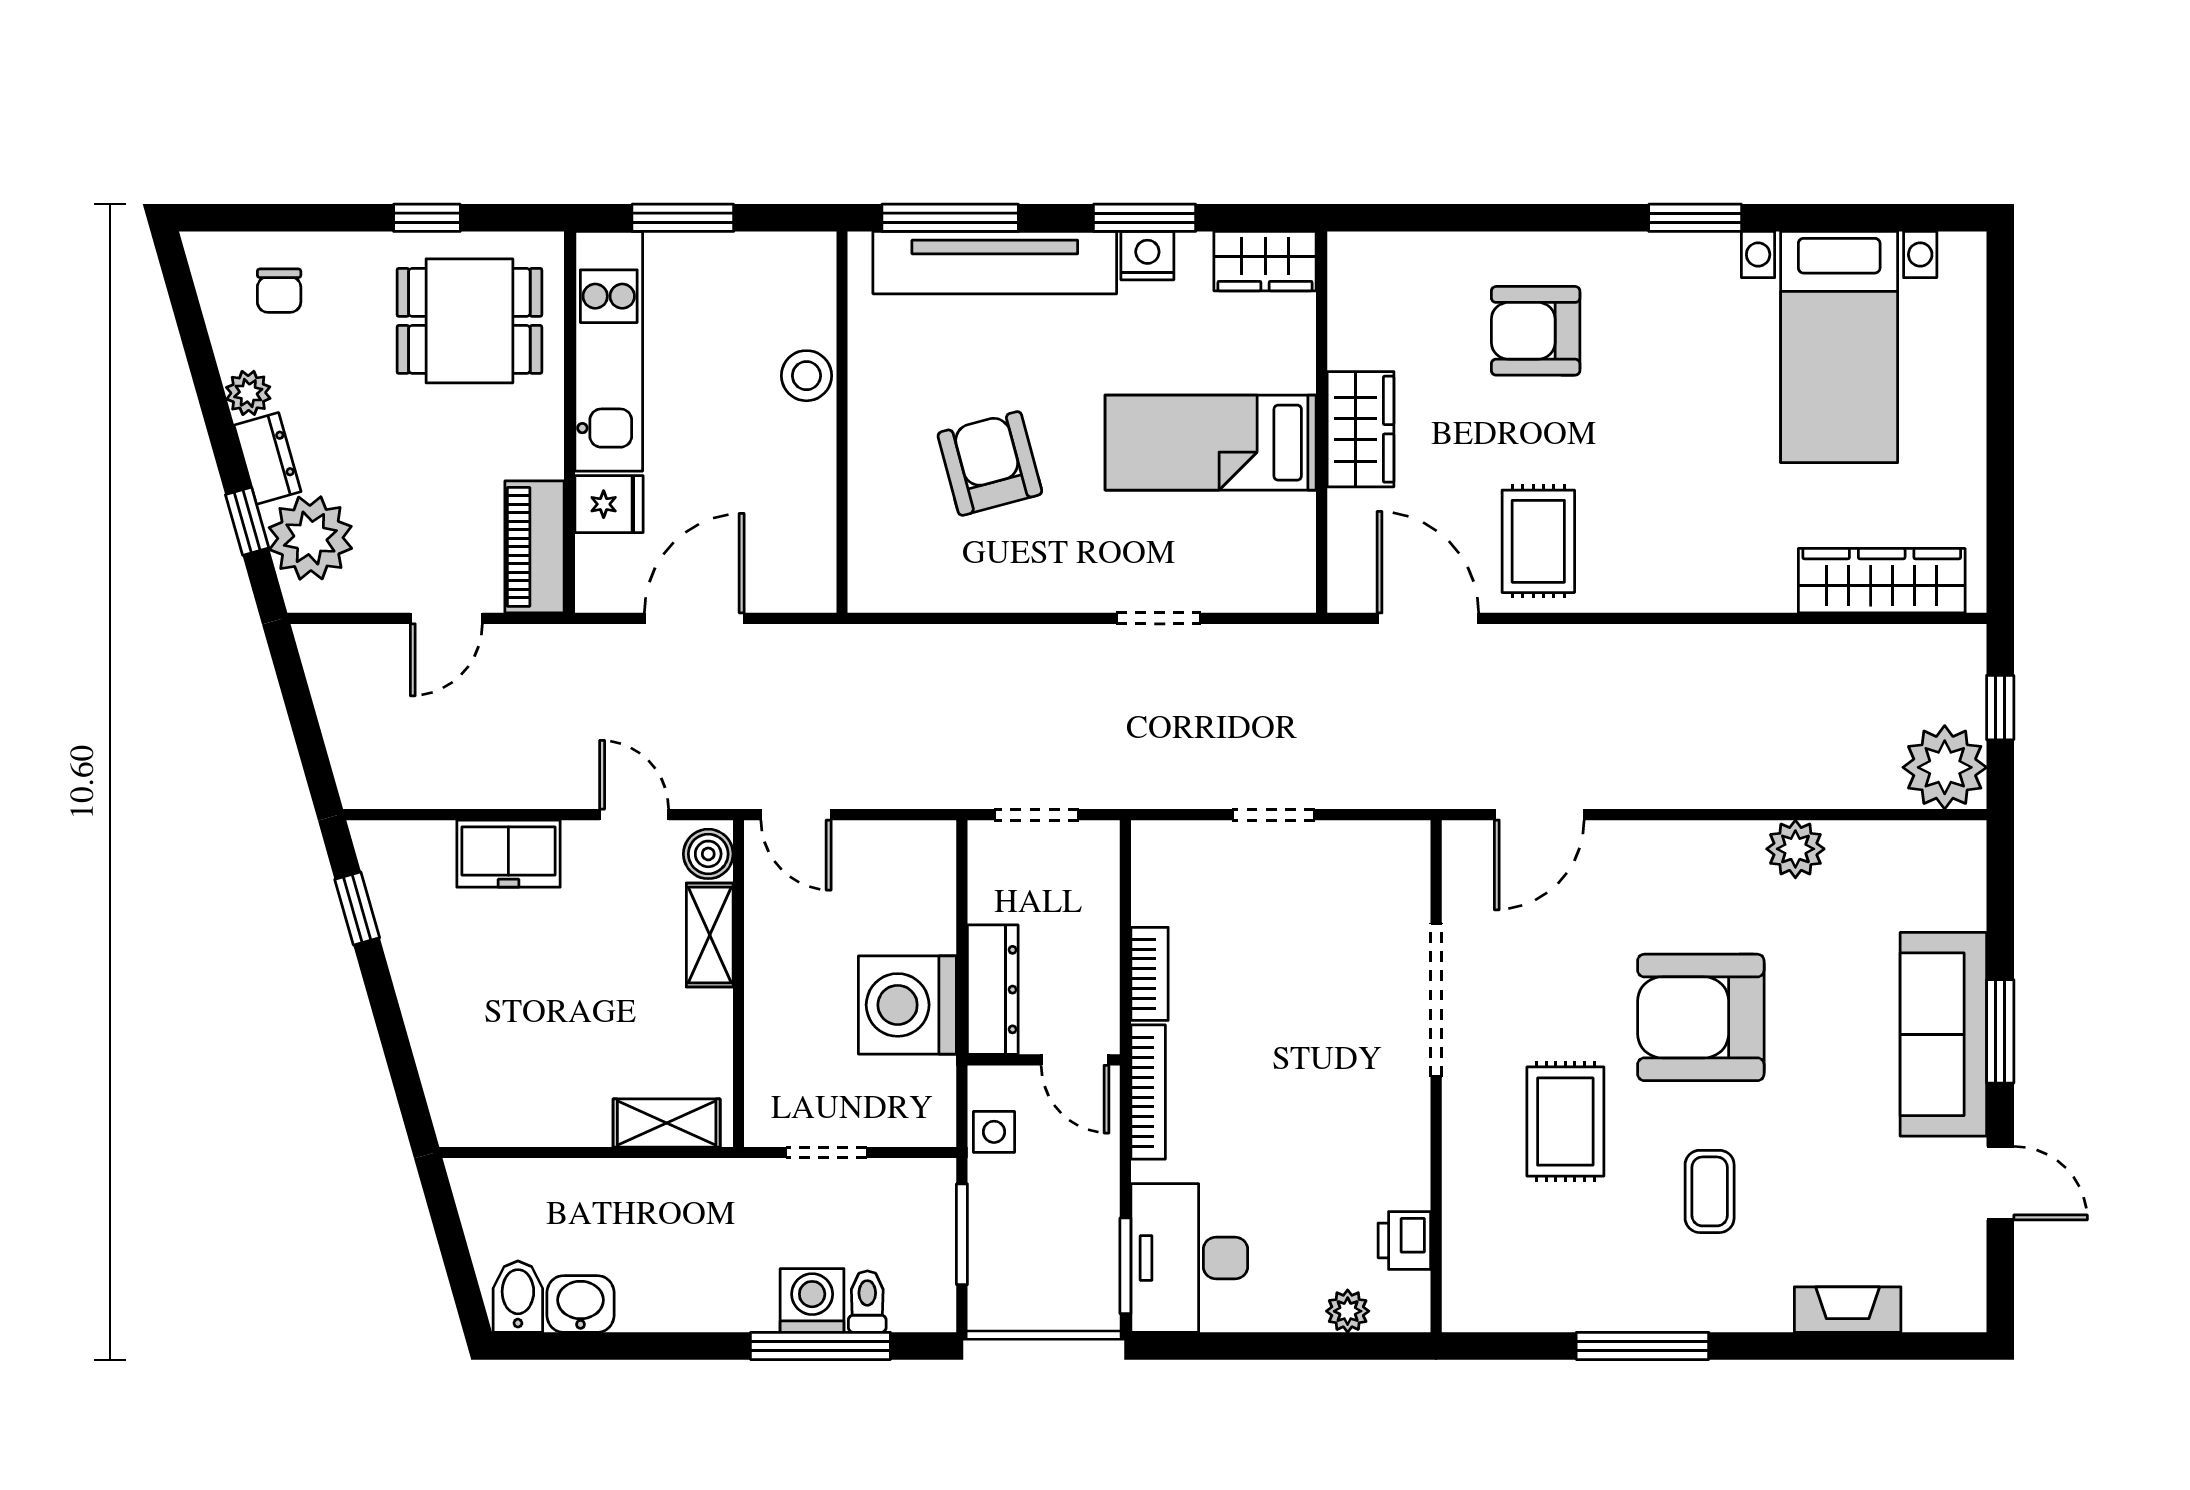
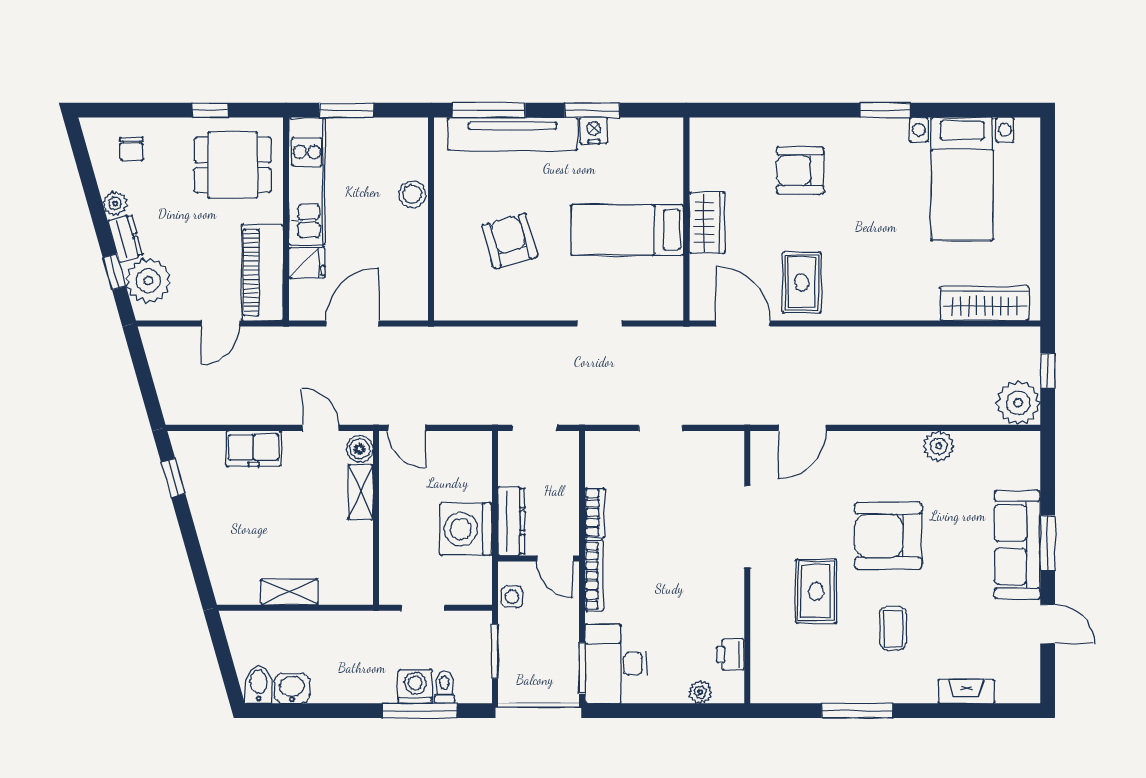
wardrobe: (1265, 261) -> (656, 133), removed
piano: (535, 547) -> (262, 272), width x1.37, depth x1.33
shelving: (667, 1123) -> (289, 592), moved

